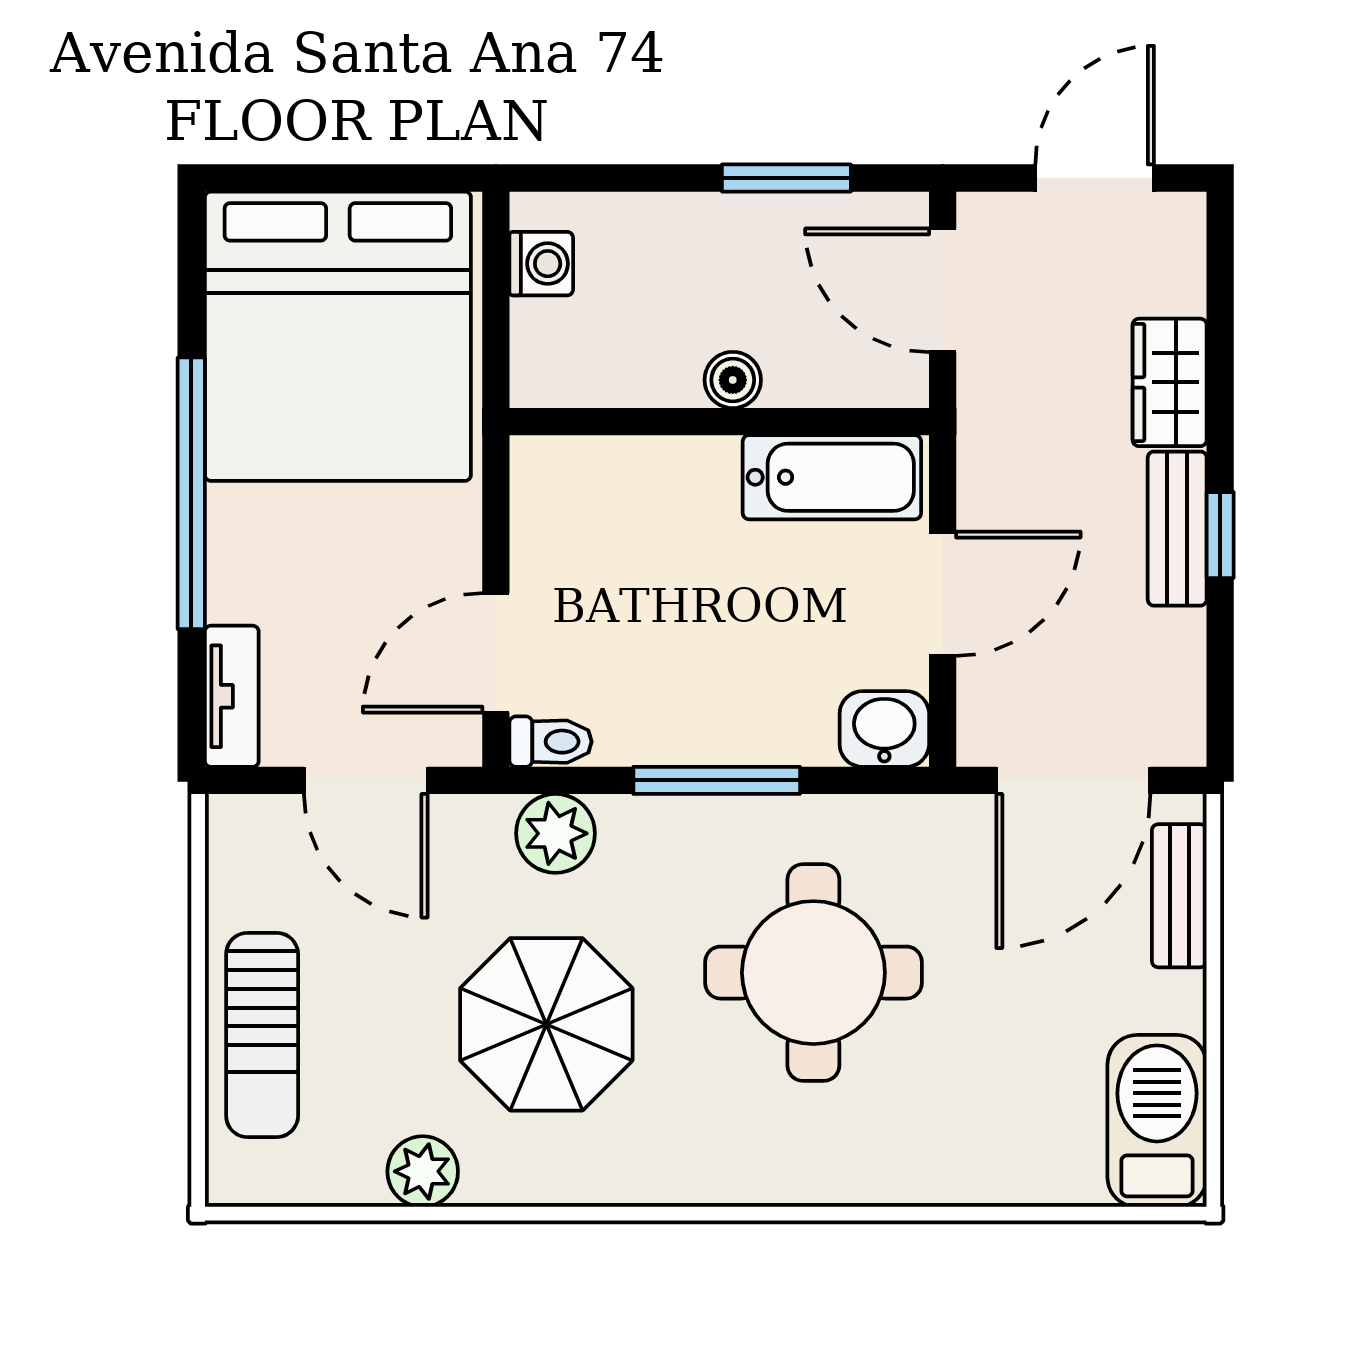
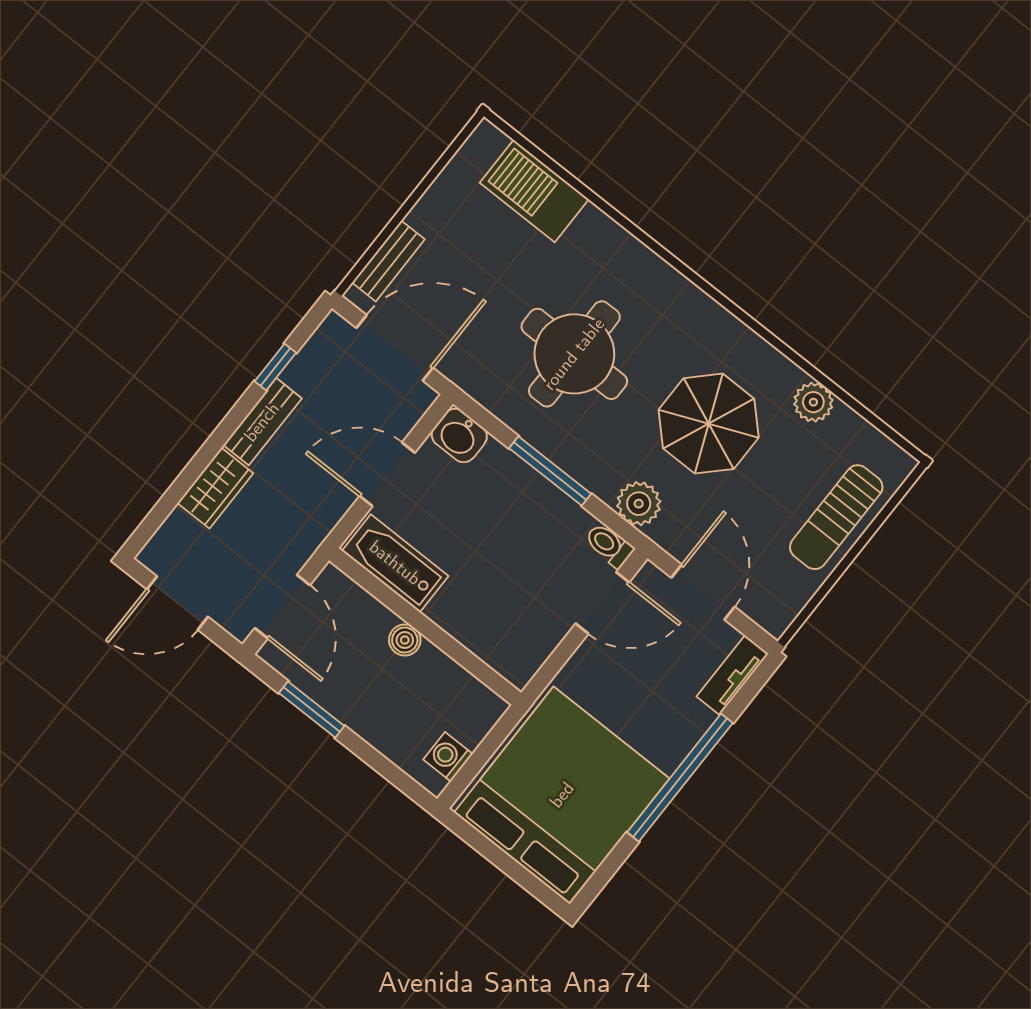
window: (1220, 535) -> (275, 367), moved
sun lounger: (262, 1035) -> (836, 517), turned 180
barbecue: (1157, 1121) -> (534, 191), moved, turned 90

